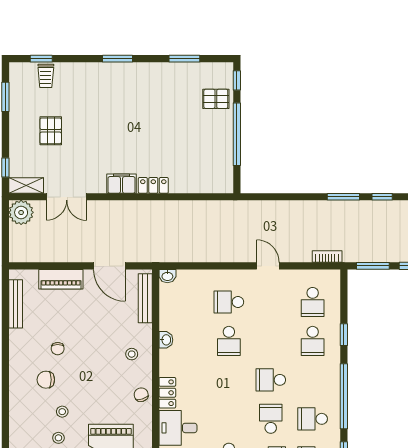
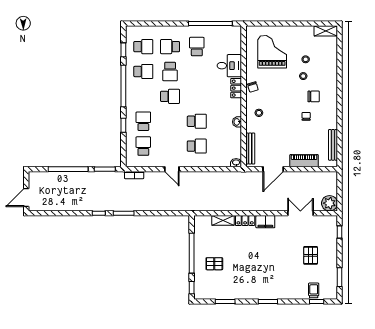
pallet: (216, 99) -> (214, 264), moved
shelving: (26, 185) -> (223, 220), moved
door: (109, 266) -> (273, 169), swing flipped
school desk: (229, 341) -> (197, 121), turned 90

